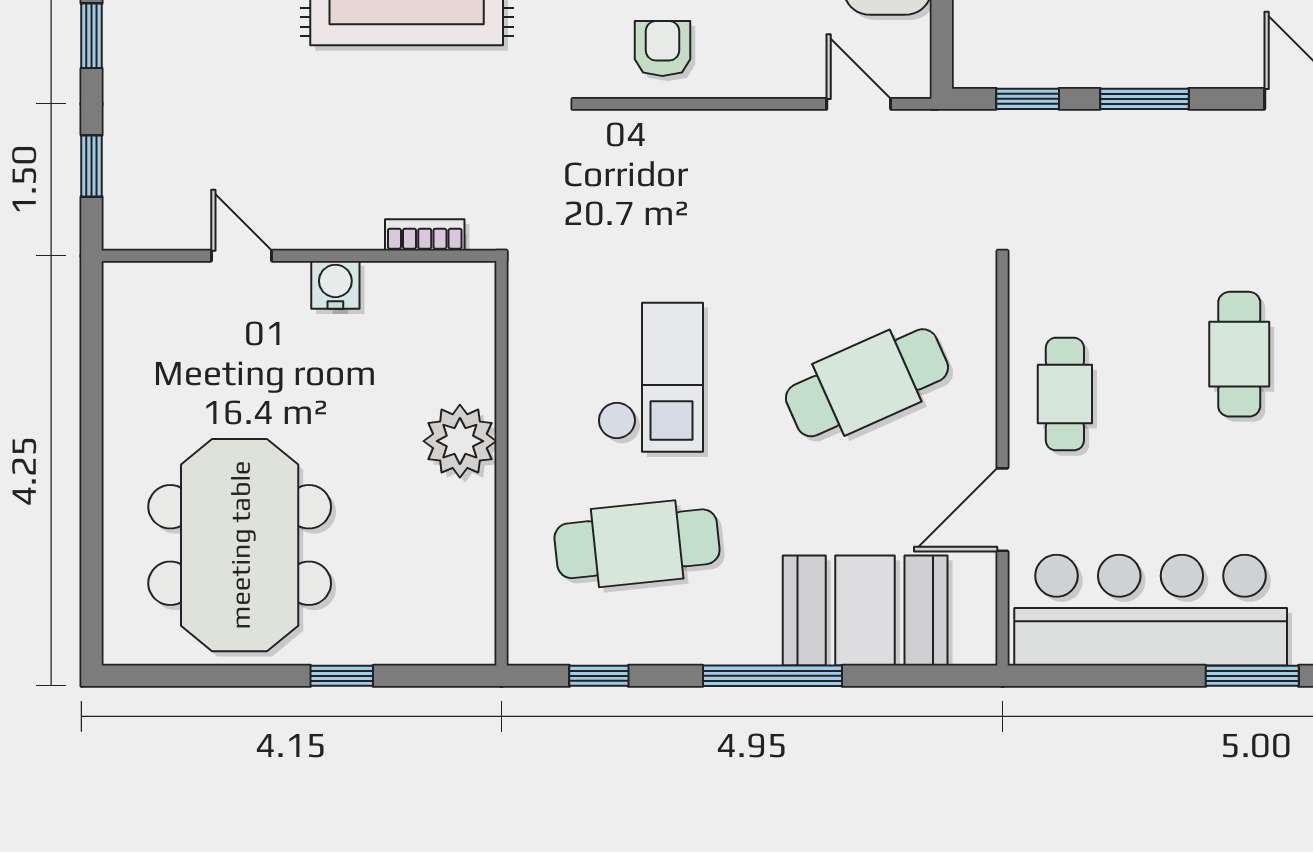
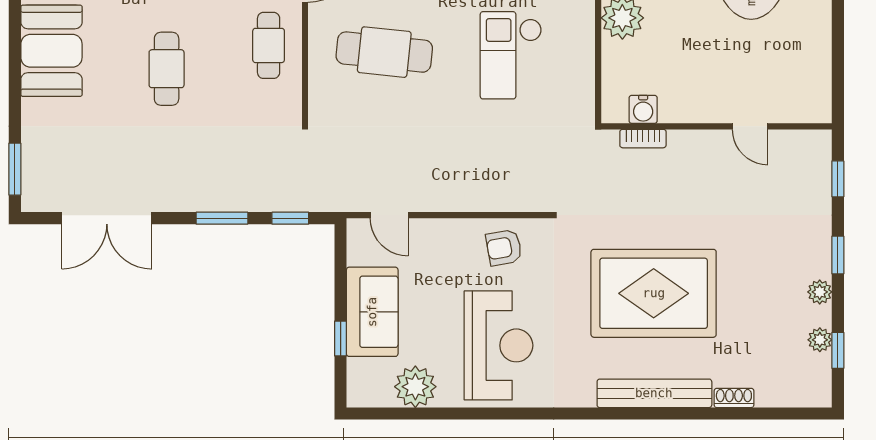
armchair: (662, 48) -> (504, 248), turned 80
water cooler: (335, 285) -> (643, 109), moved
cafe table: (867, 383) -> (384, 52), turned 30

